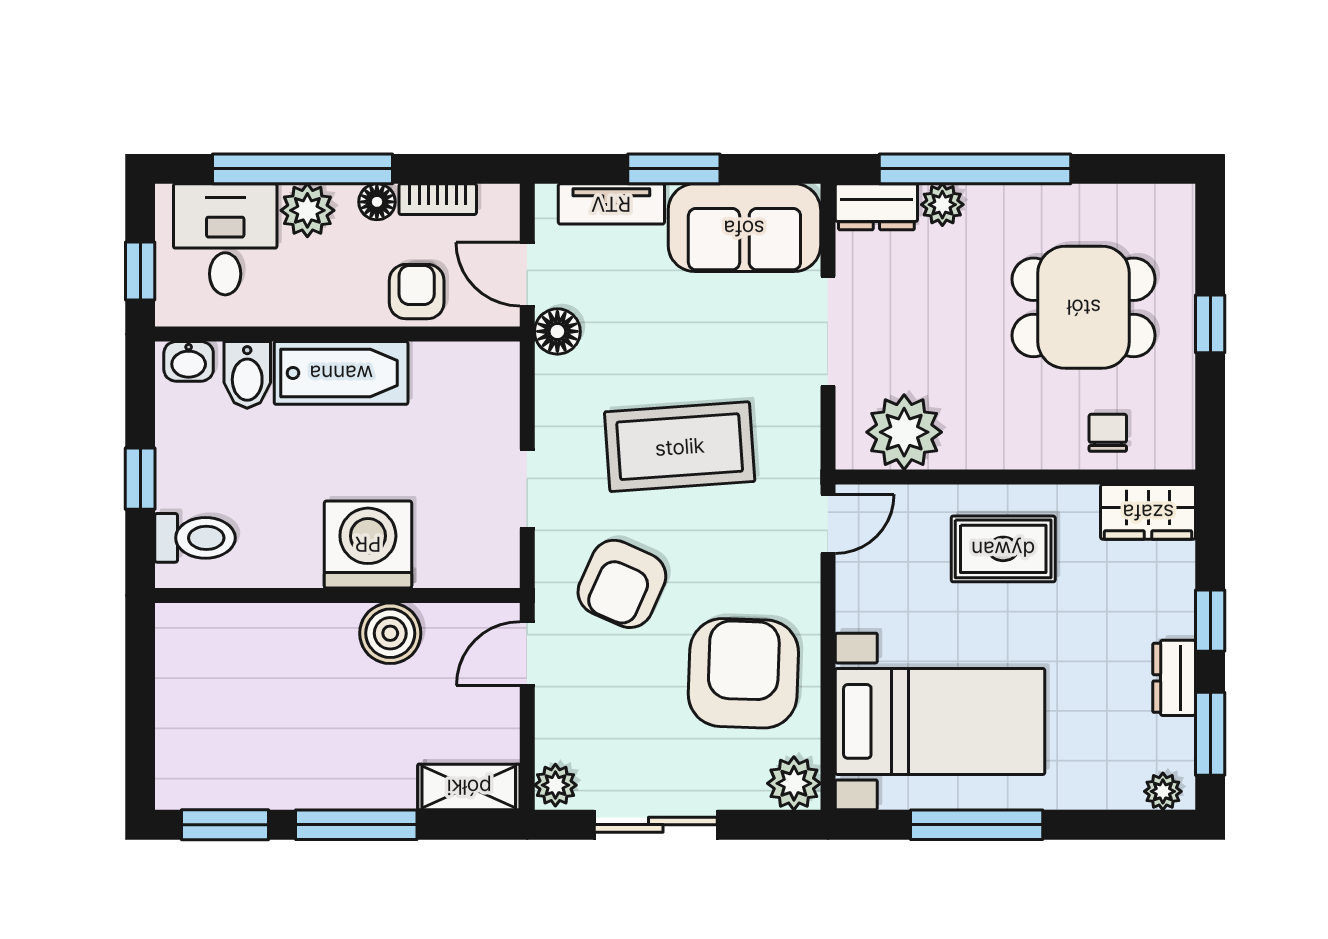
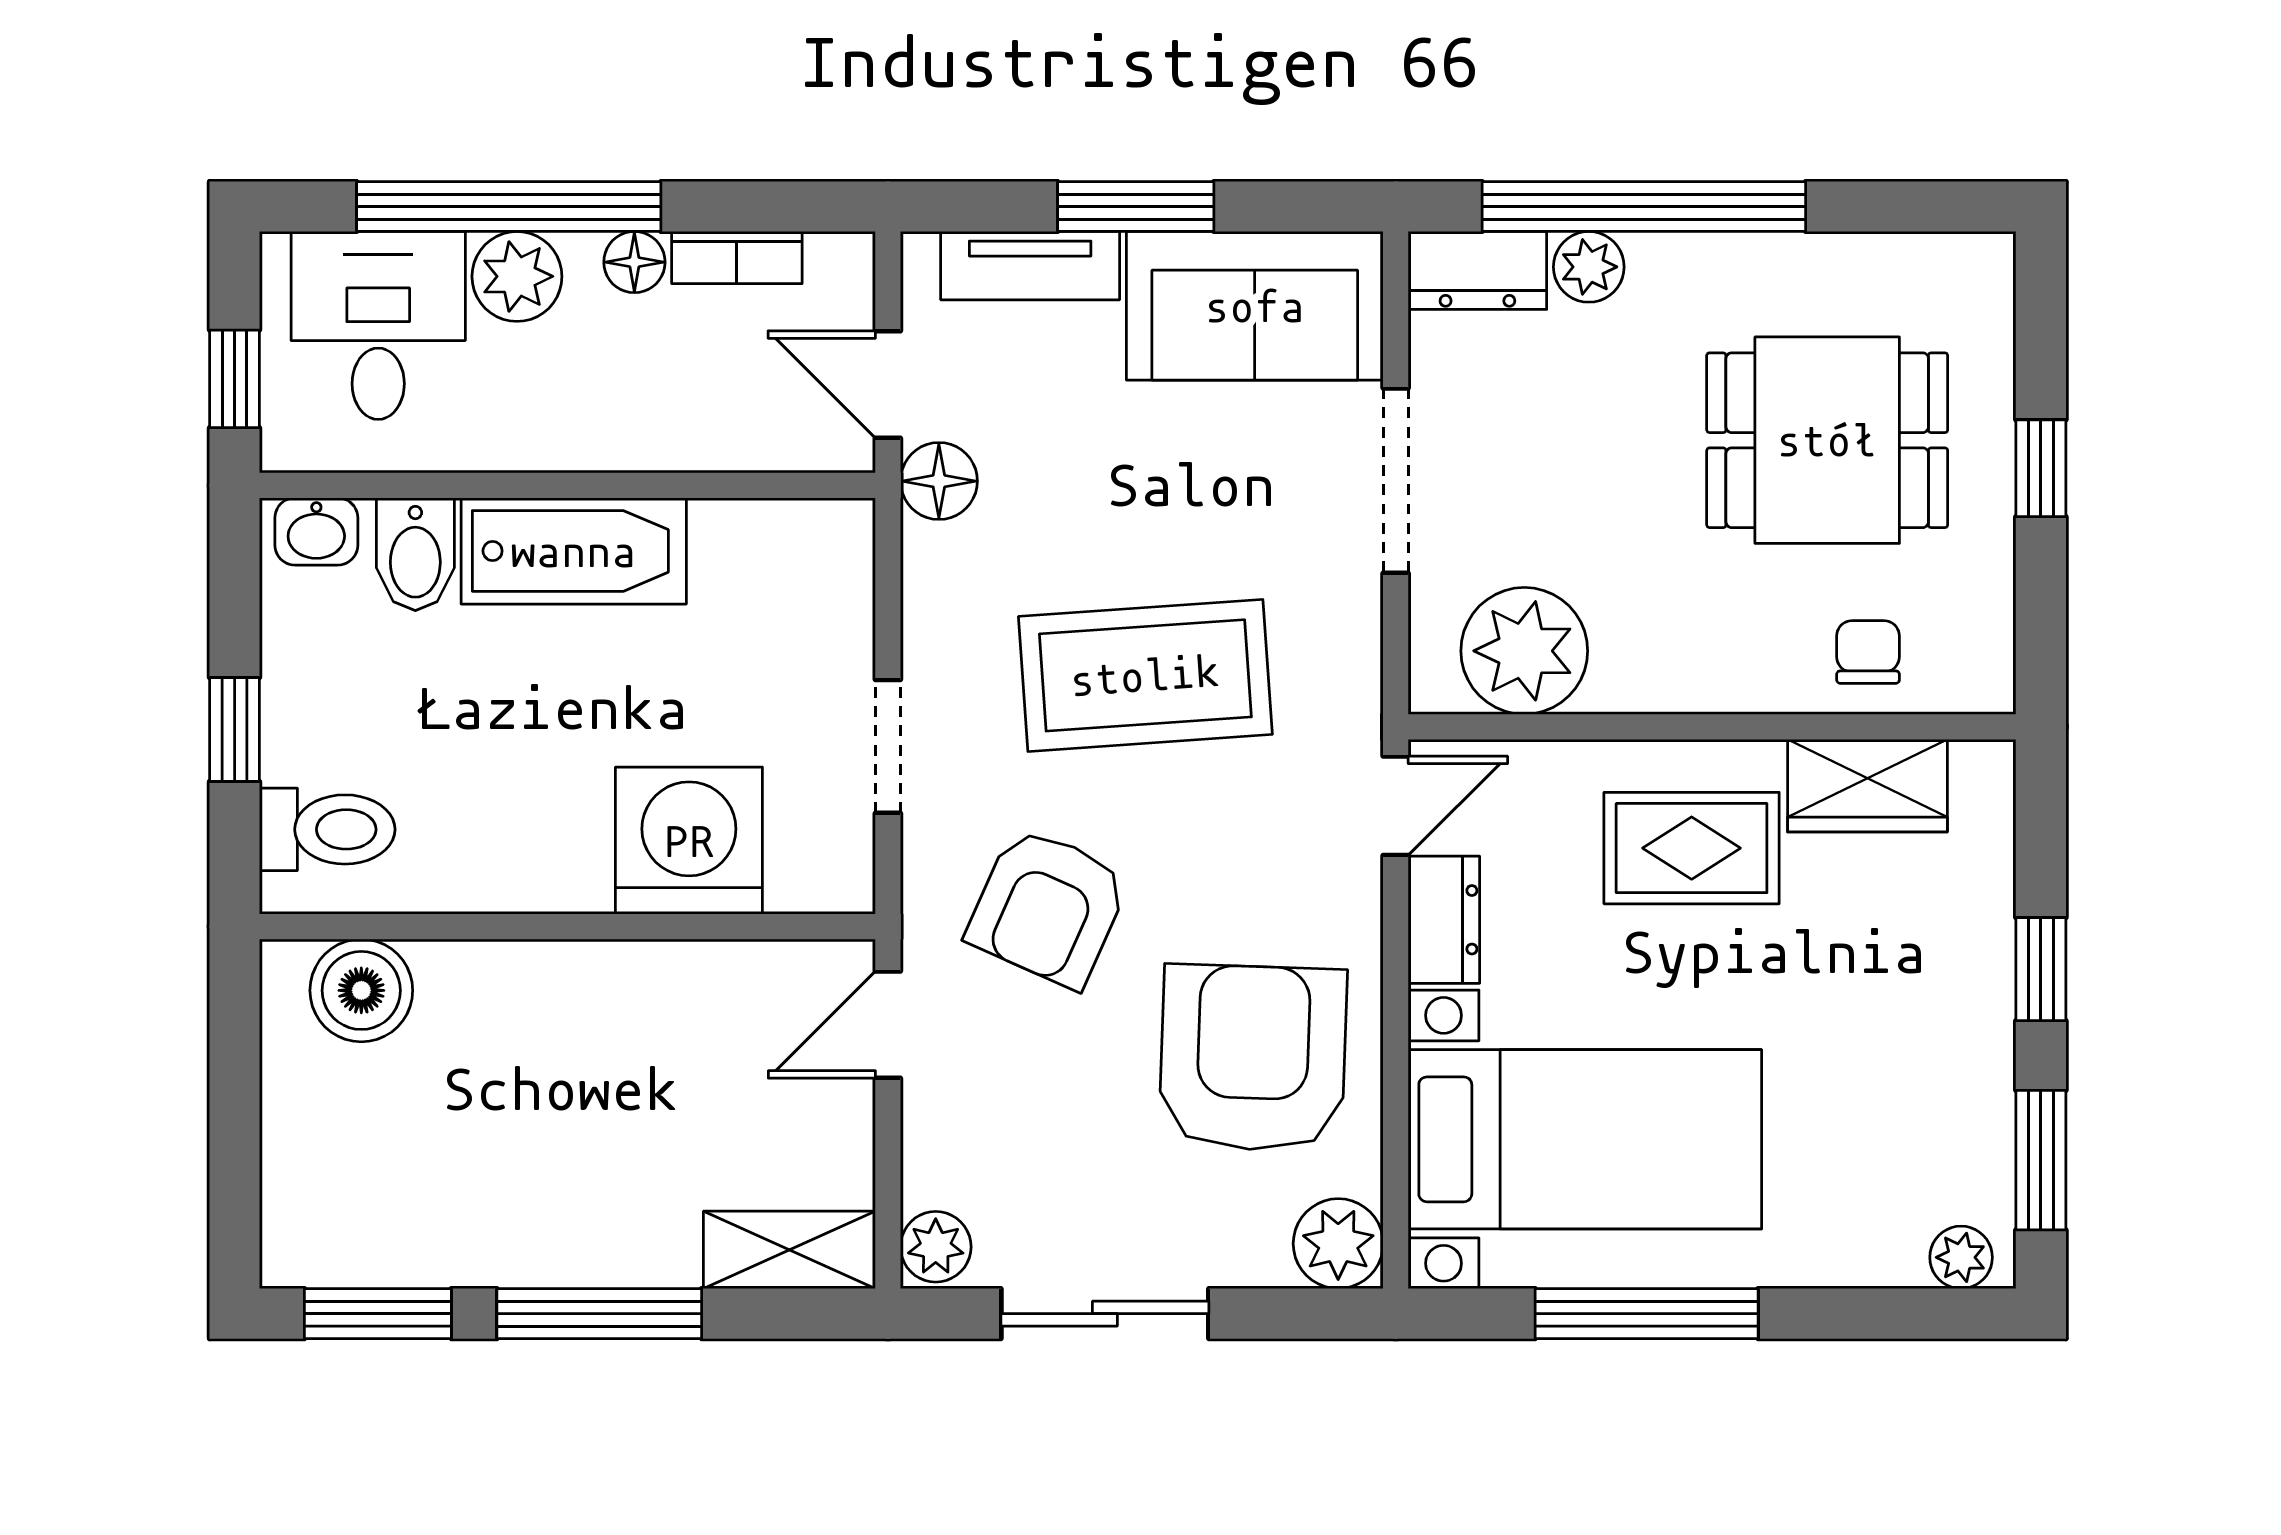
armchair: (417, 292) -> (701, 414), removed
wardrobe: (1148, 512) -> (1867, 786), moved
washing machine: (368, 544) -> (689, 841), moved
boiler: (390, 633) -> (361, 990), moved
dresser: (1174, 678) -> (1444, 920), moved, turned 180

